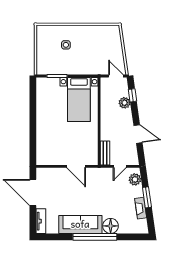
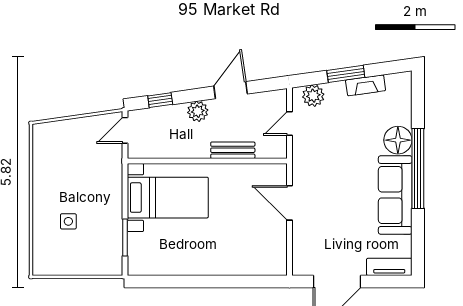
plant: (125, 103) -> (198, 111), moved
bench: (105, 153) -> (233, 150), moved
door: (76, 166) -> (289, 203), swing flipped
door: (120, 166) -> (289, 124), swing flipped

